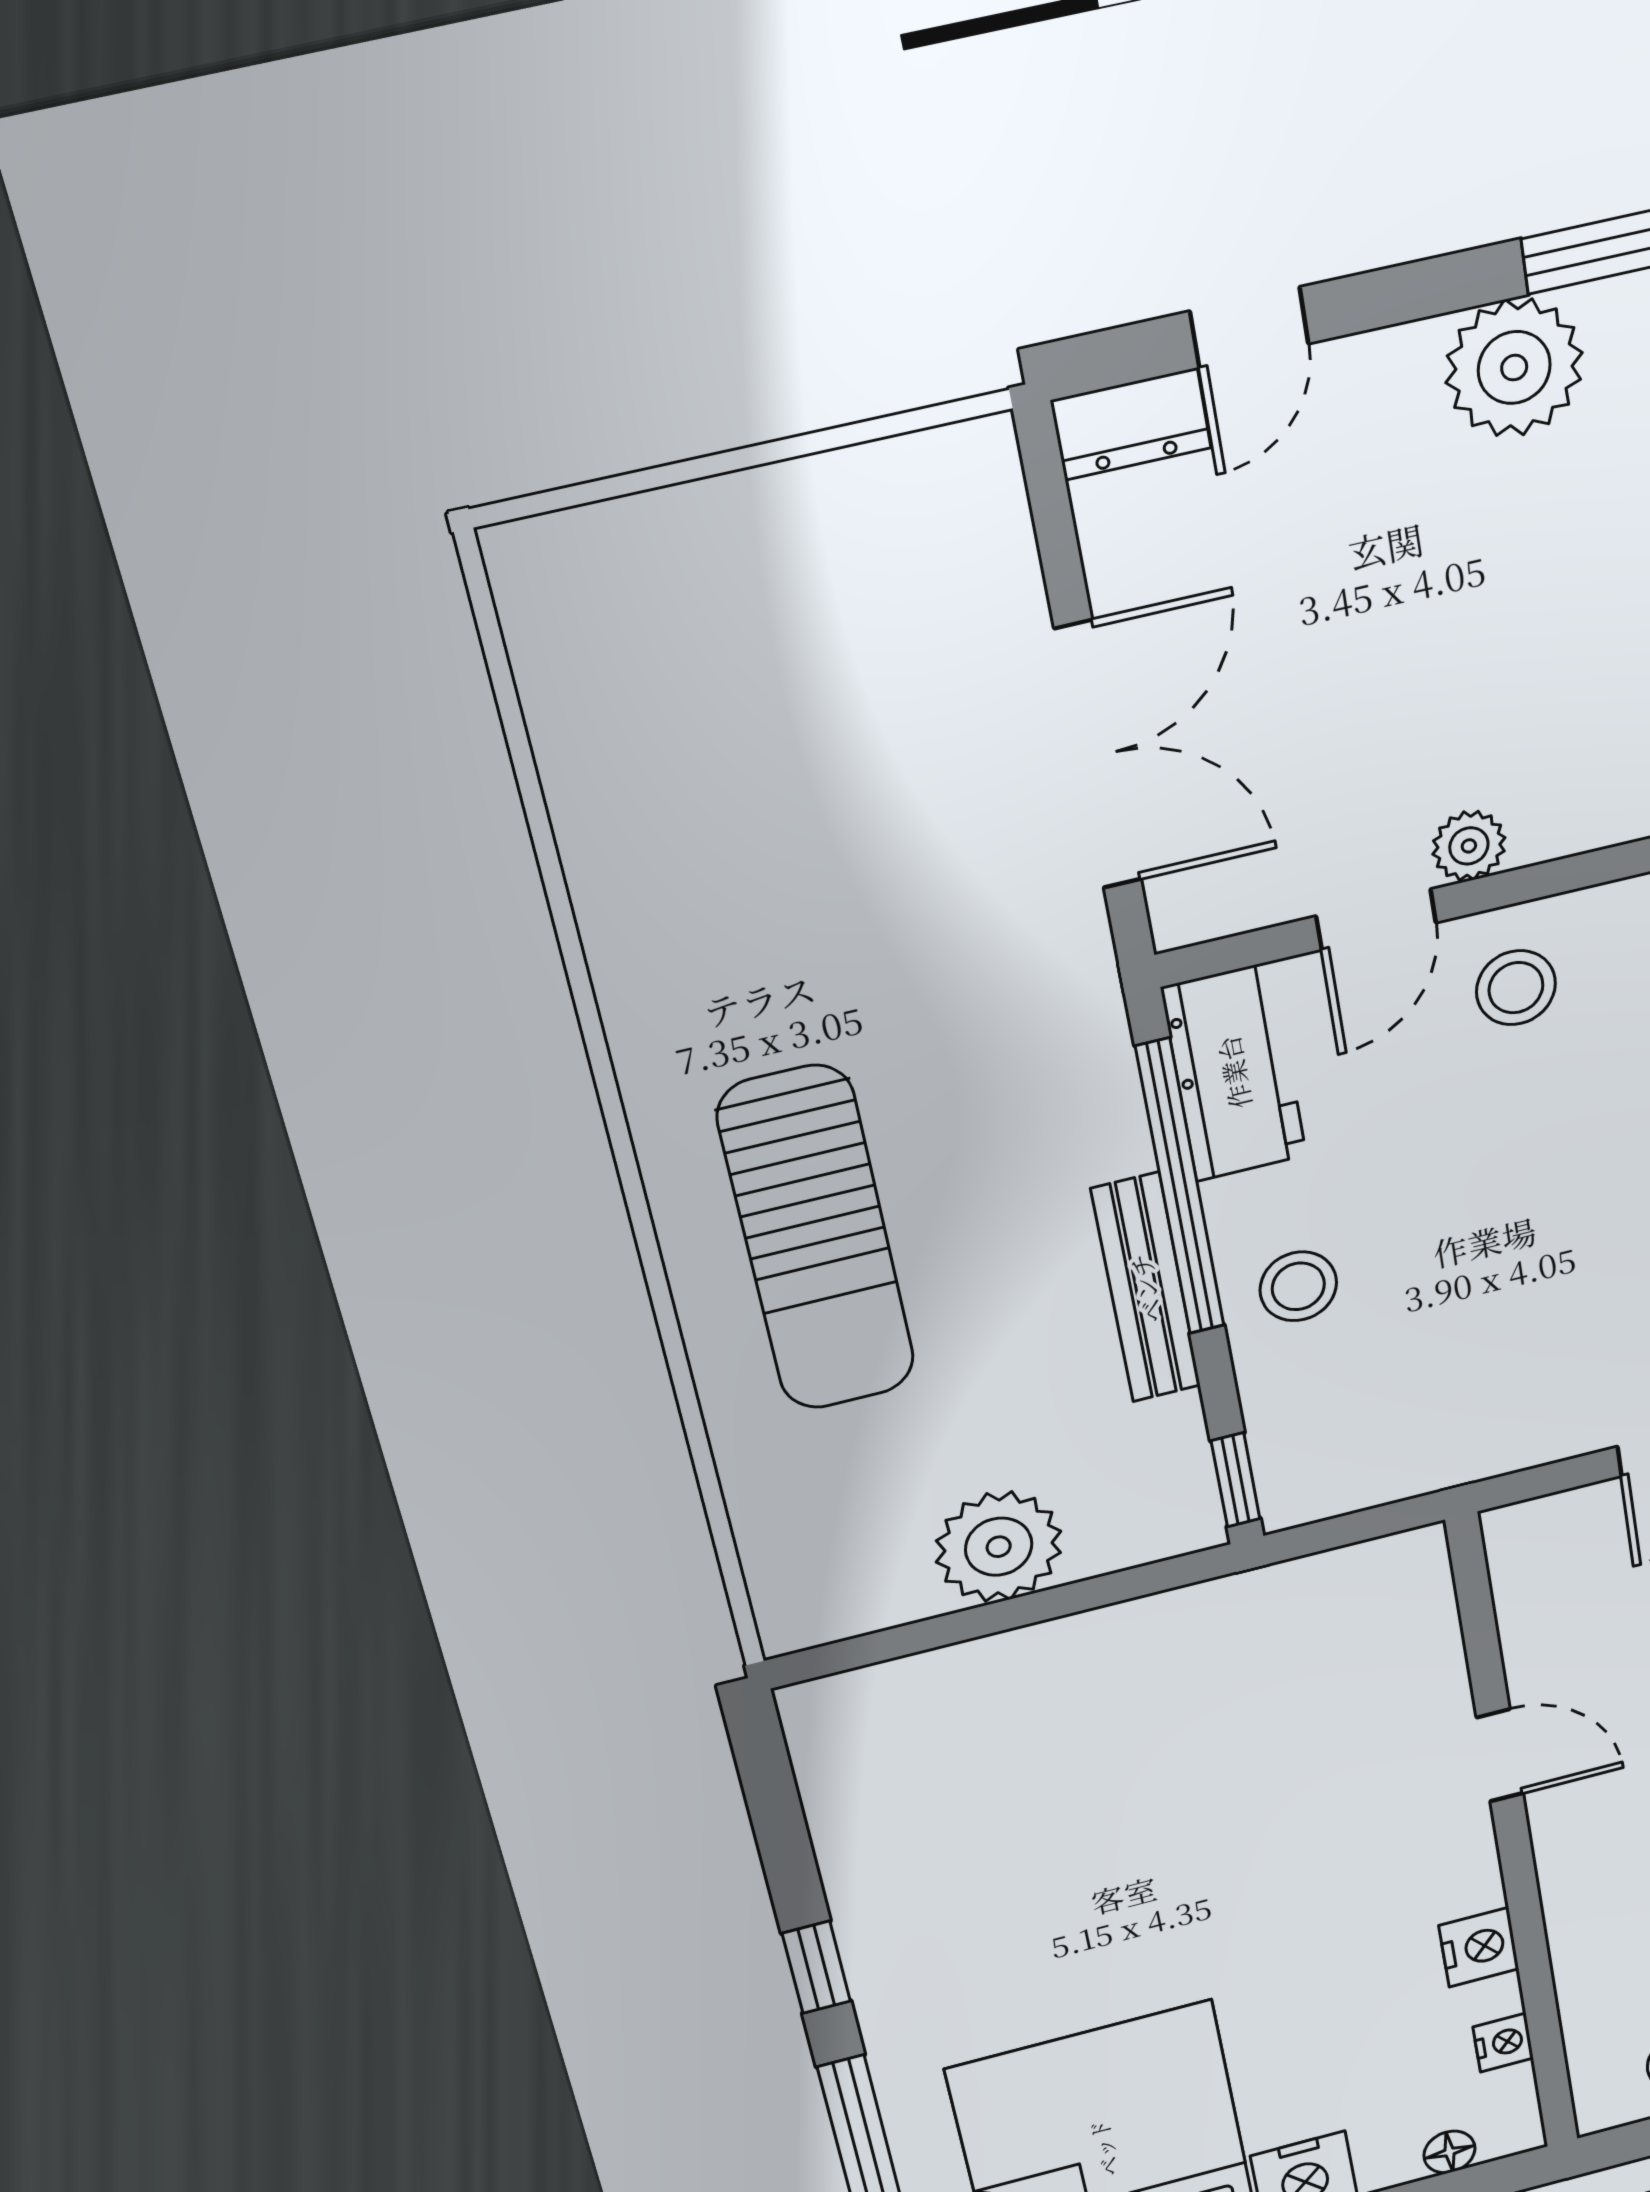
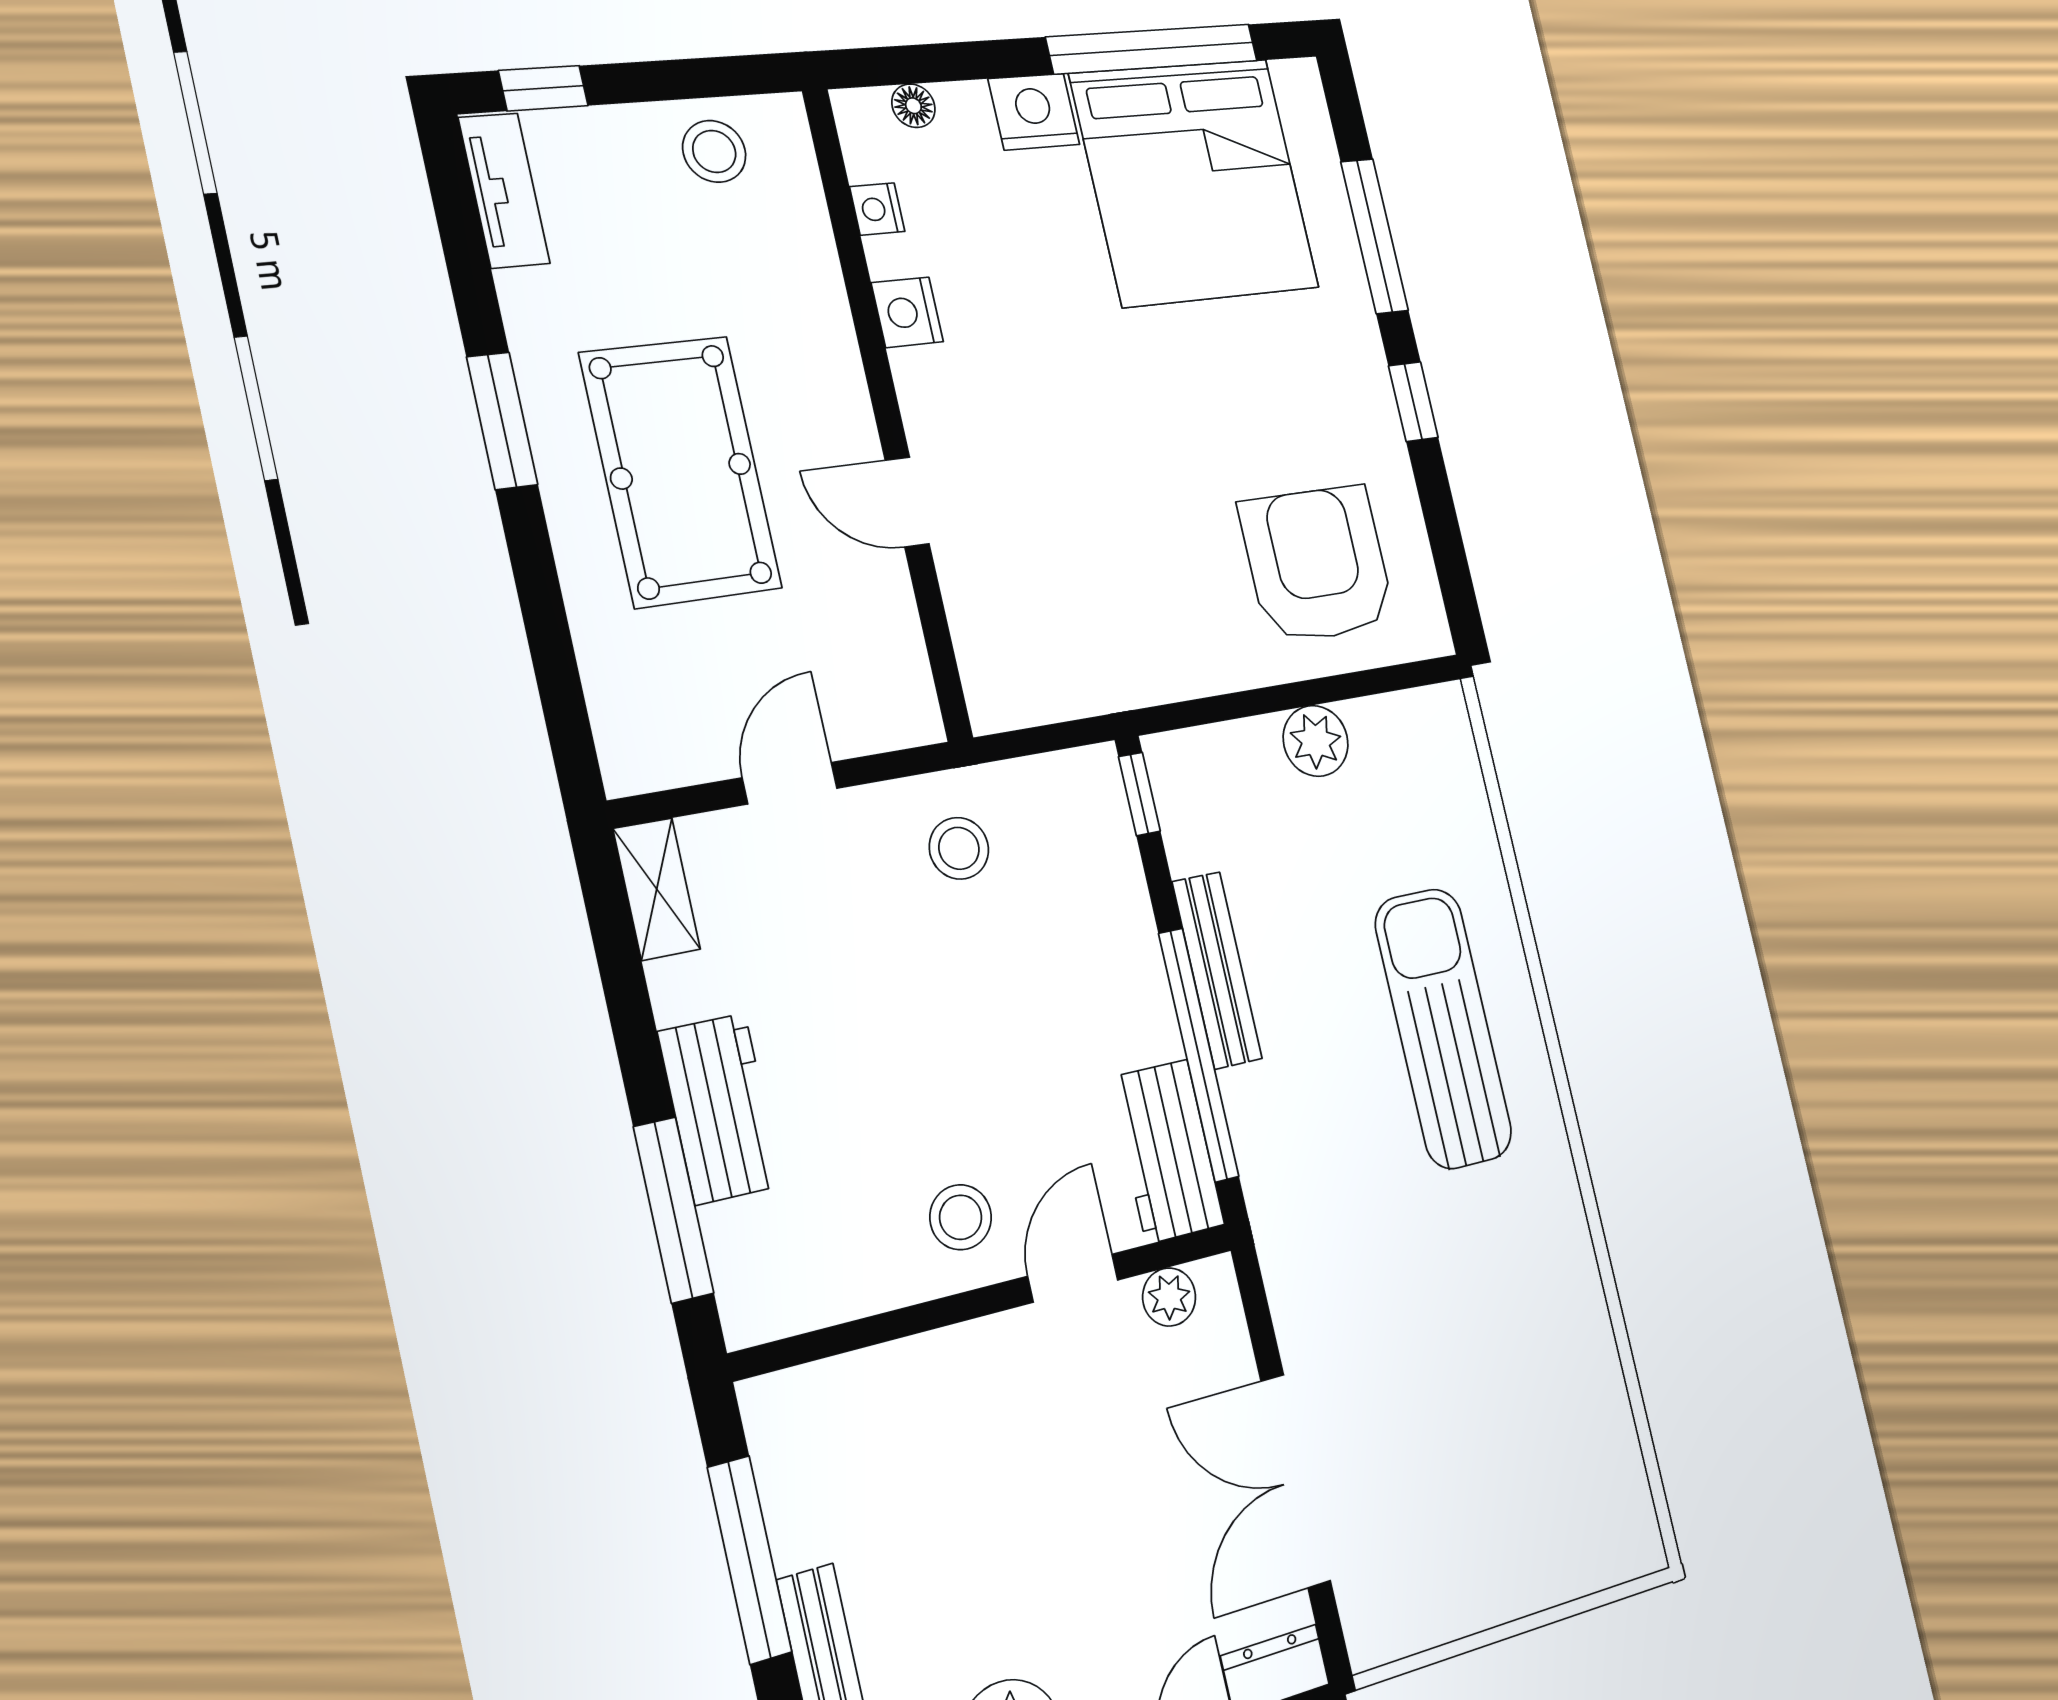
double door: (1098, 756) -> (1296, 1481), moved
plant: (1469, 846) -> (1169, 1297), moved
stool: (1298, 1286) -> (959, 848), moved
plant: (999, 1547) -> (1316, 741), width x0.73, depth x0.73
armchair: (968, 1765) -> (1317, 564), added

